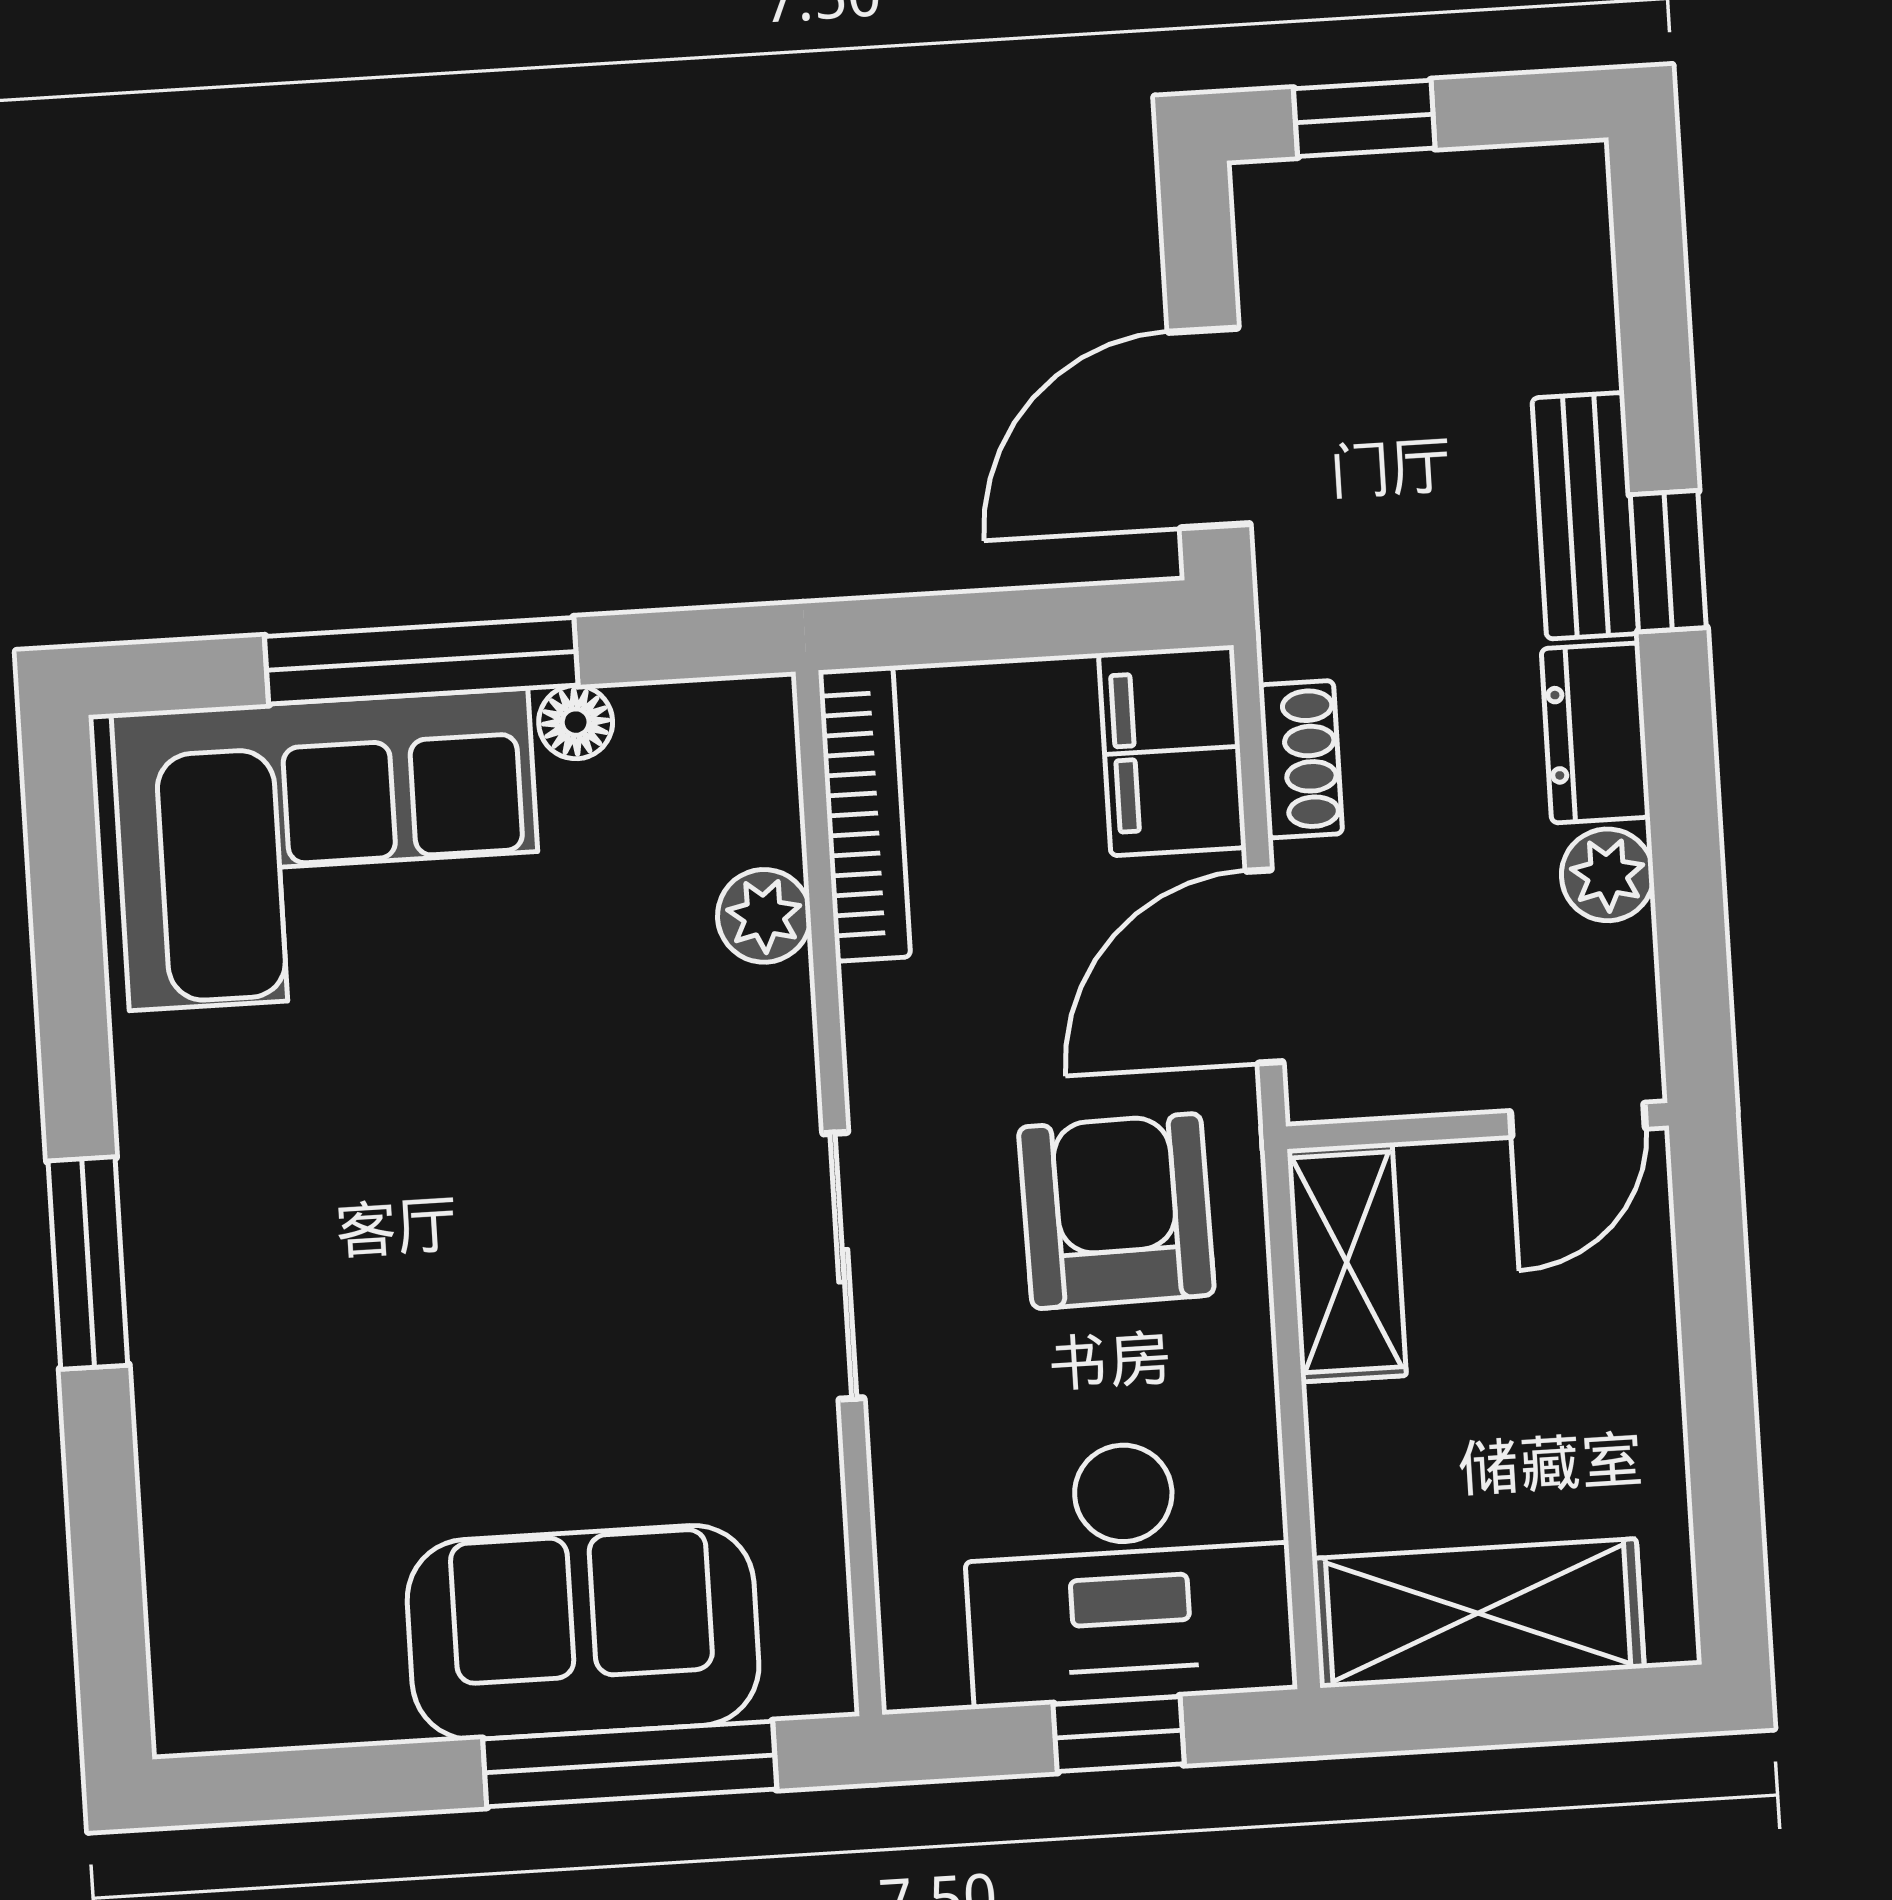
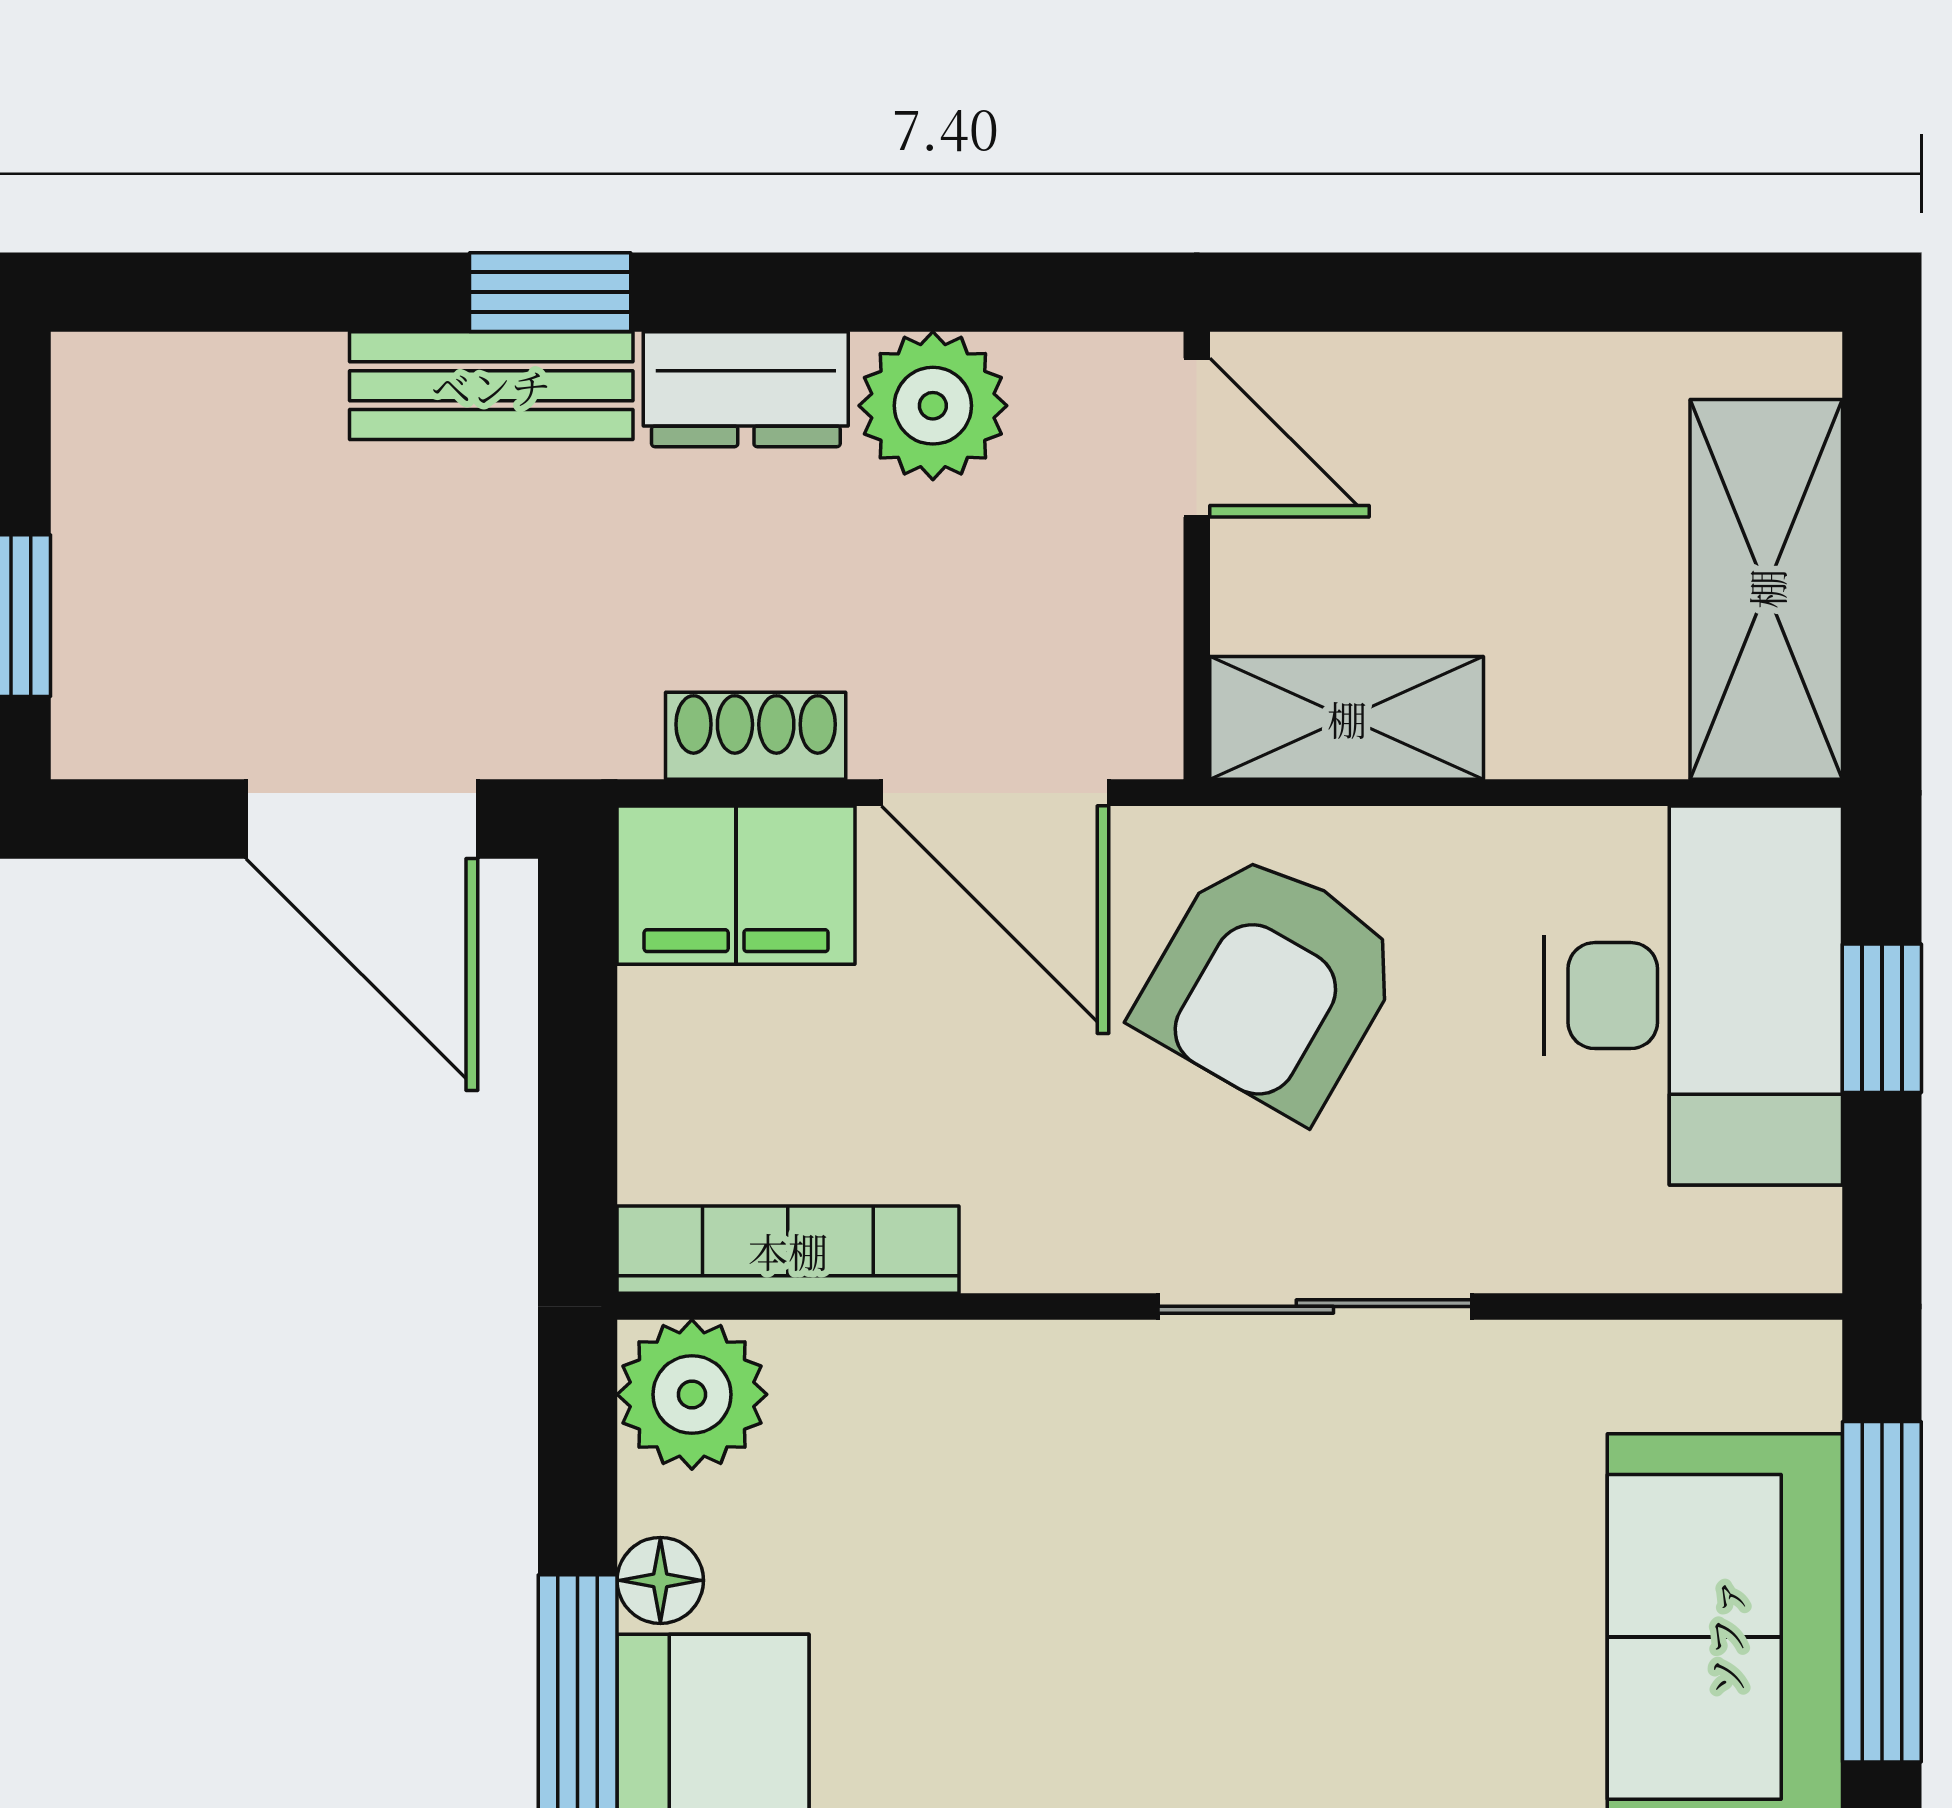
plant: (1607, 875) -> (933, 406), width x1.38, depth x1.38
plant: (764, 916) -> (692, 1394), moved, width x1.38, depth x1.38
armchair: (1116, 1211) -> (1270, 983), turned -59

